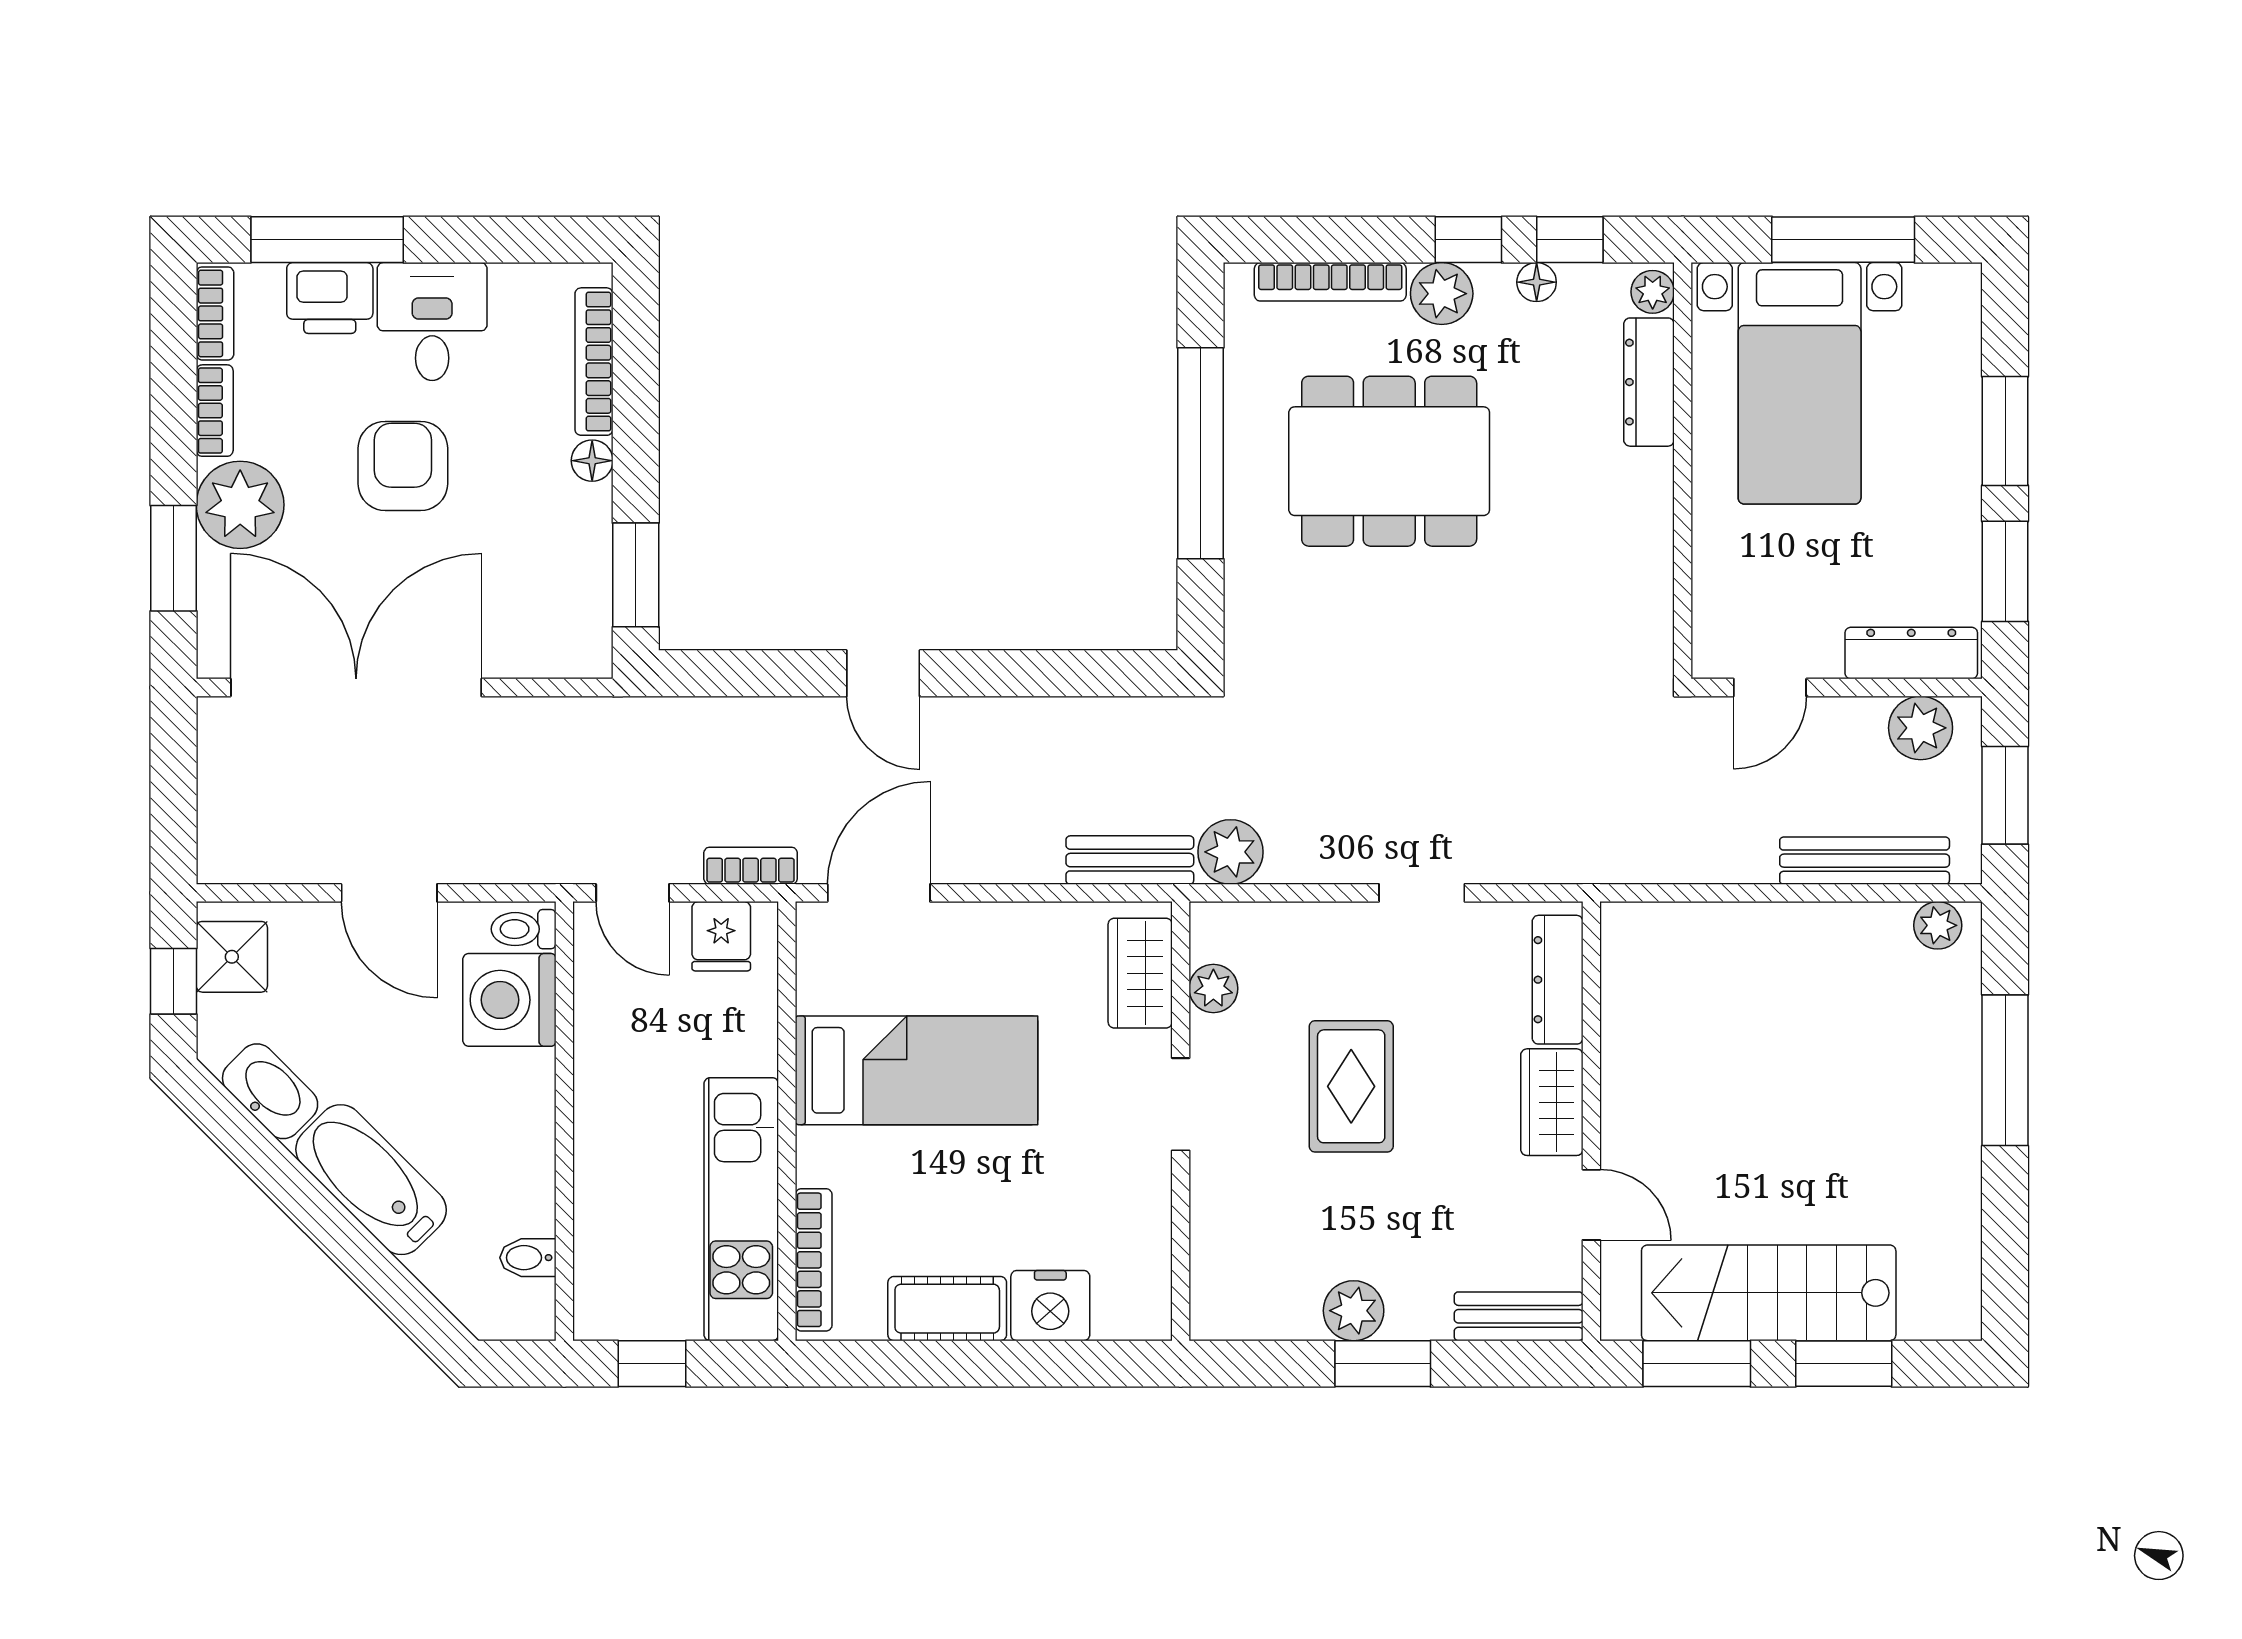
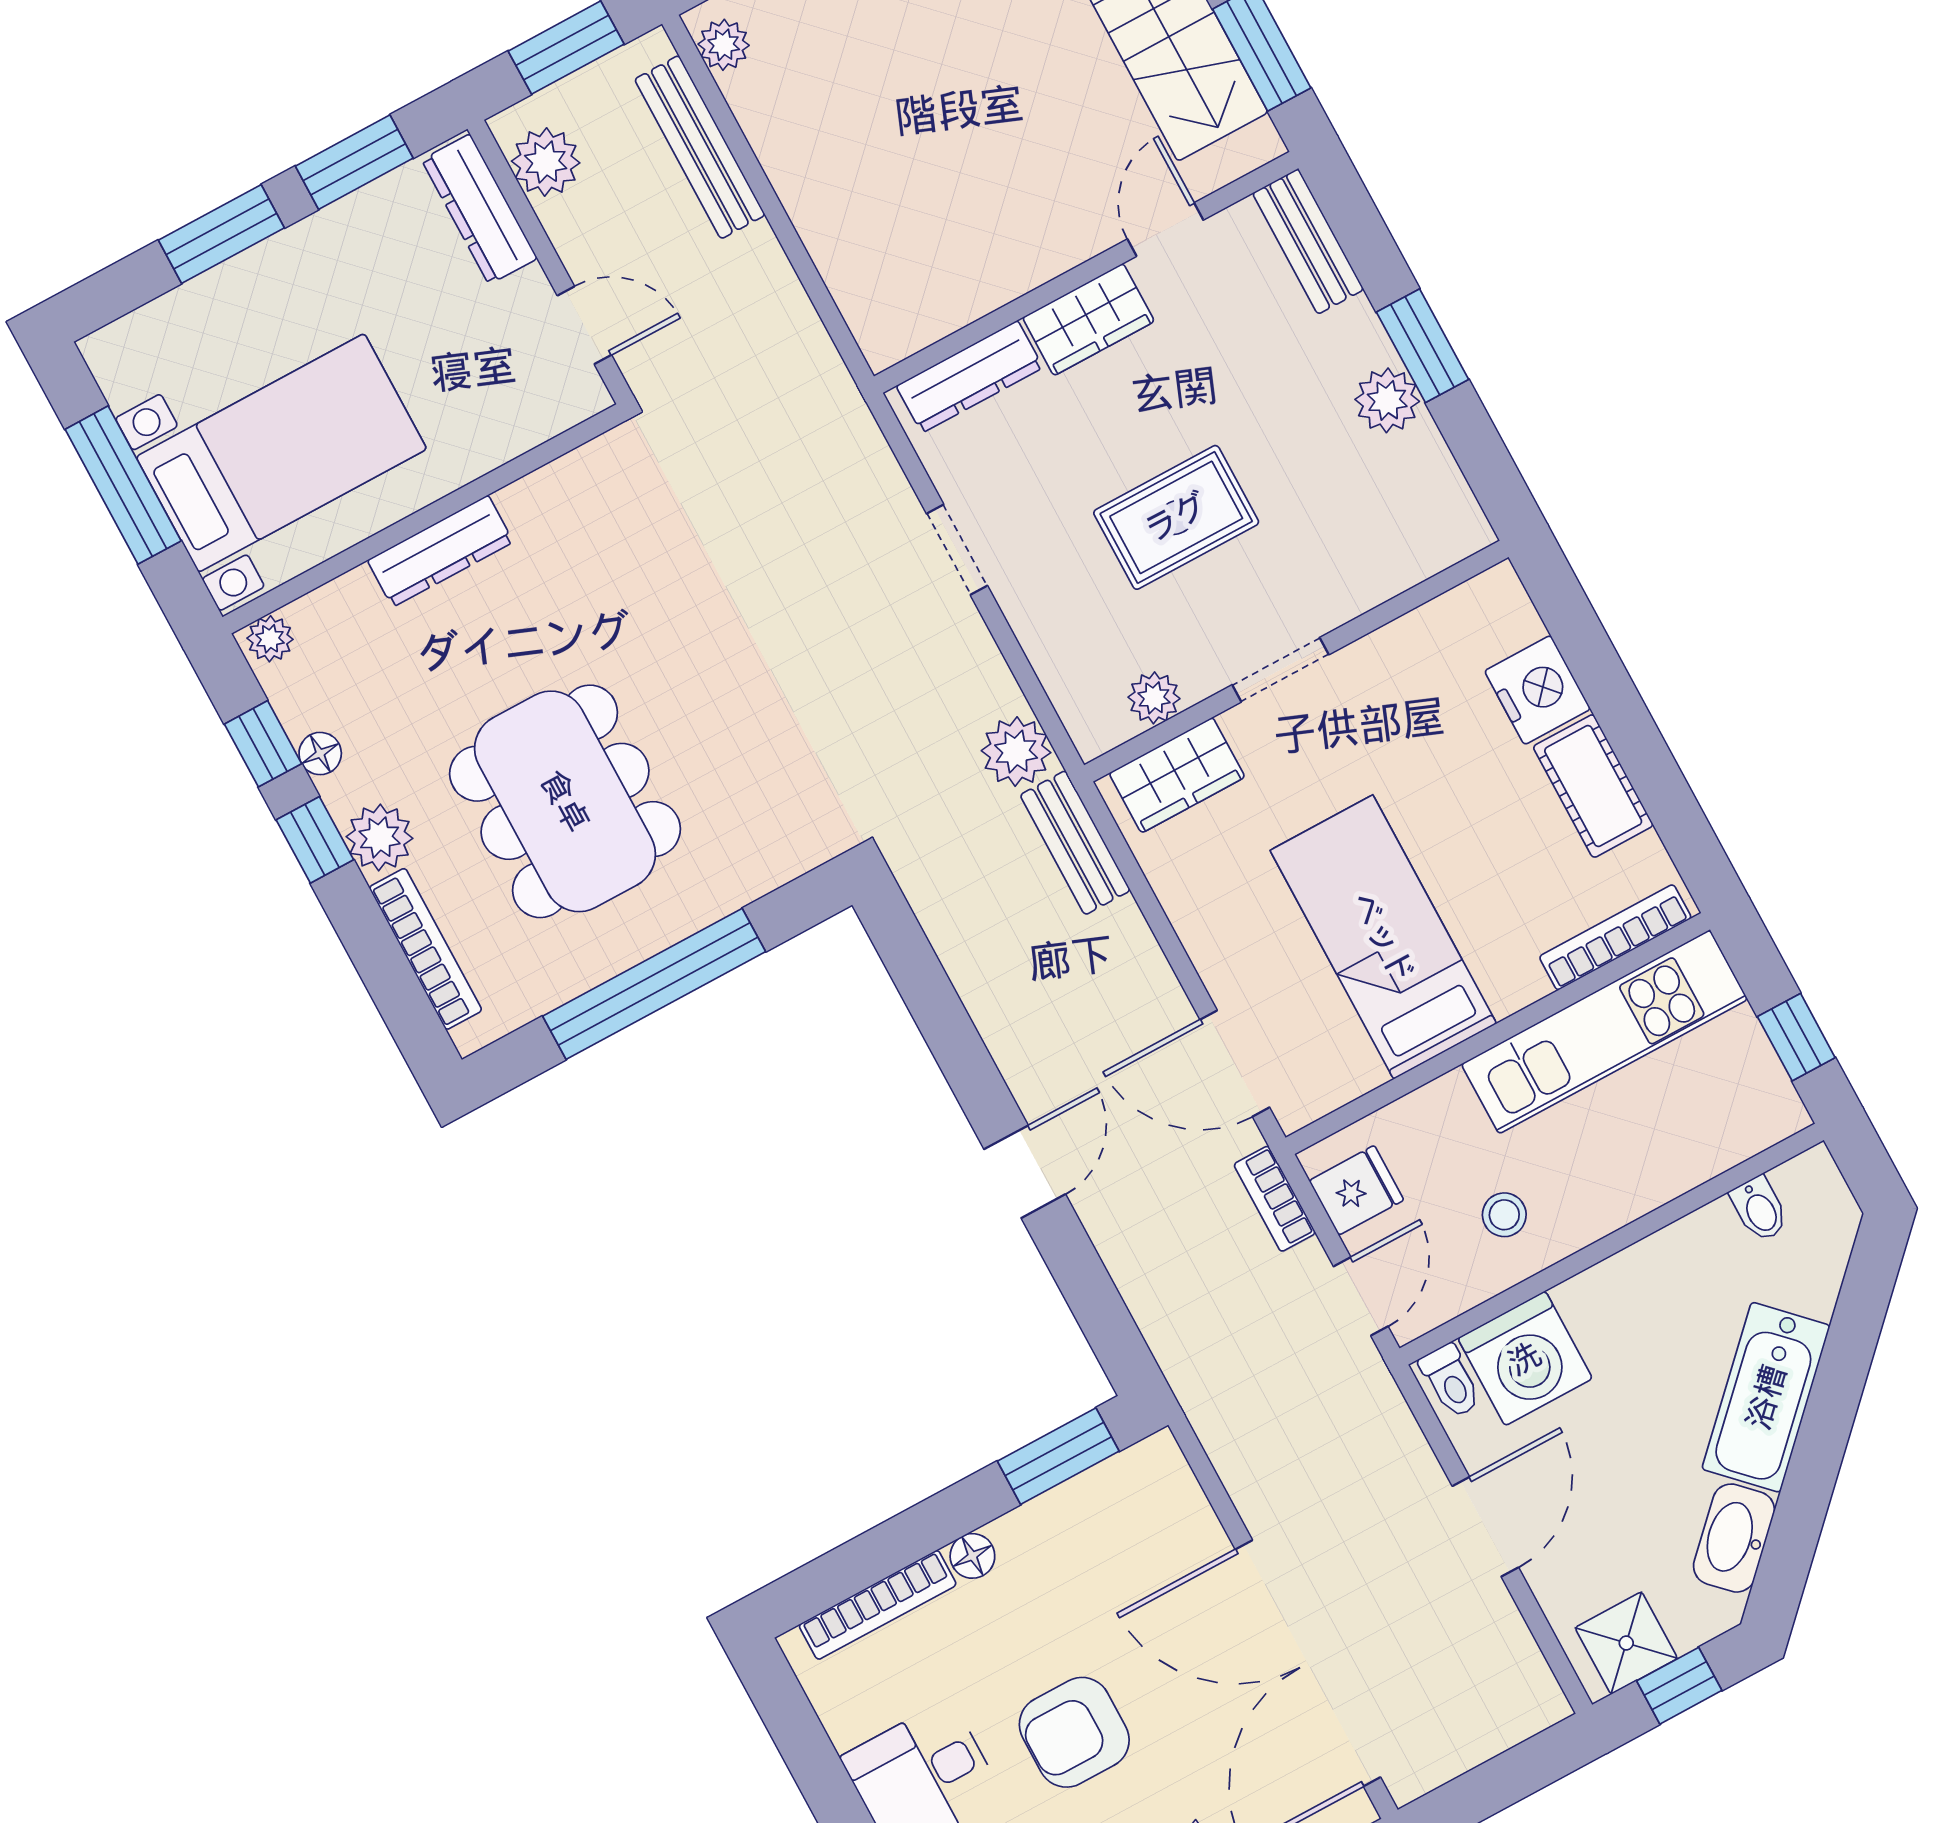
dresser: (1649, 382) -> (440, 551), moved
stool: (636, 1046) -> (1504, 1215), added

